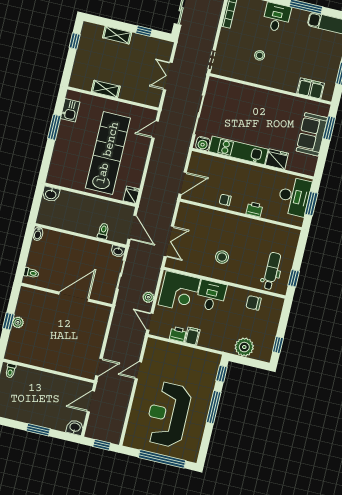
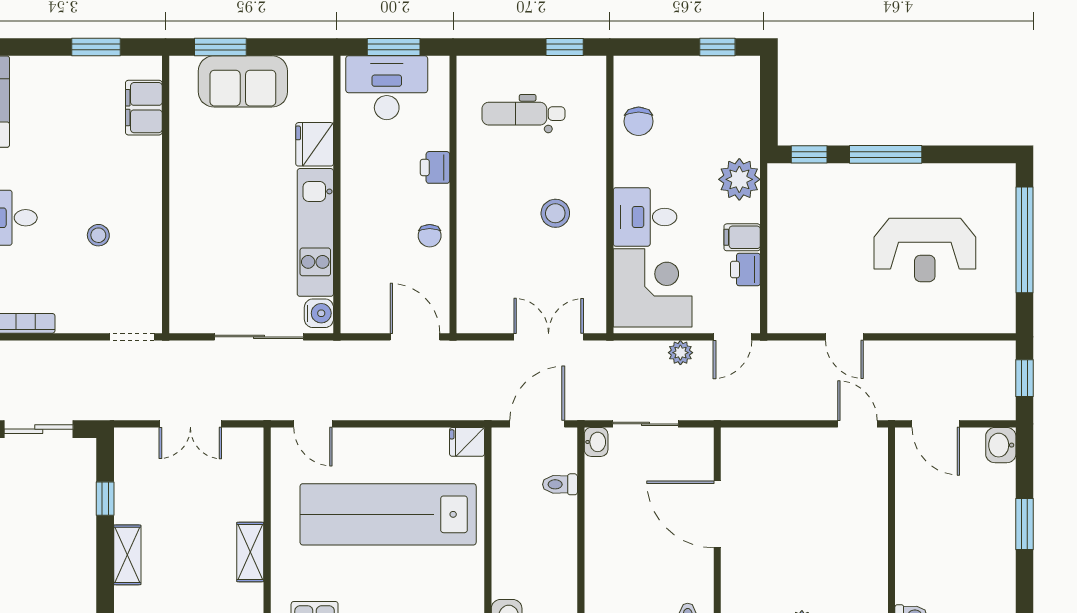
dental chair: (272, 271) -> (523, 114), moved
plant: (244, 347) -> (739, 179), moved
reception desk: (168, 414) -> (925, 250), width x0.74, depth x0.77

